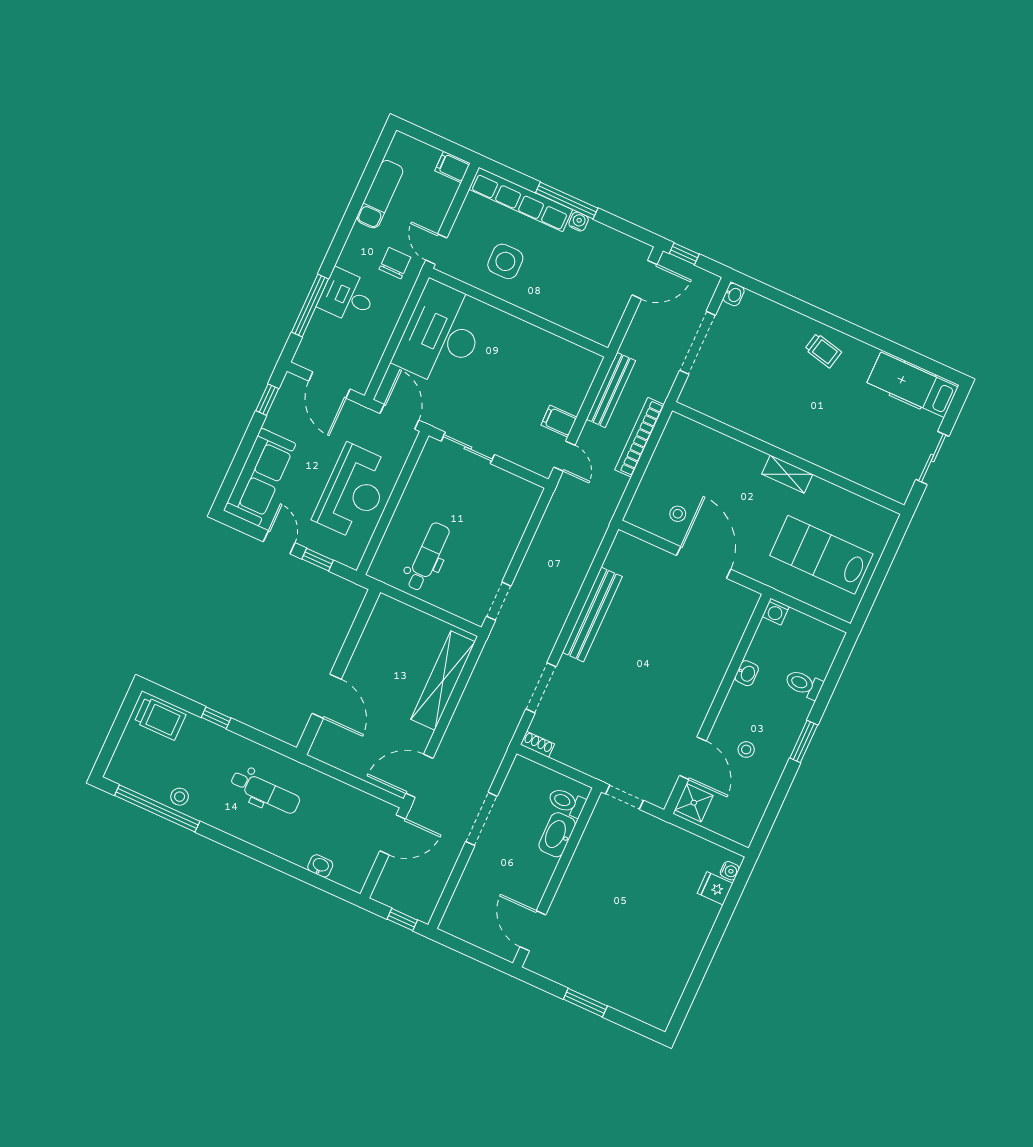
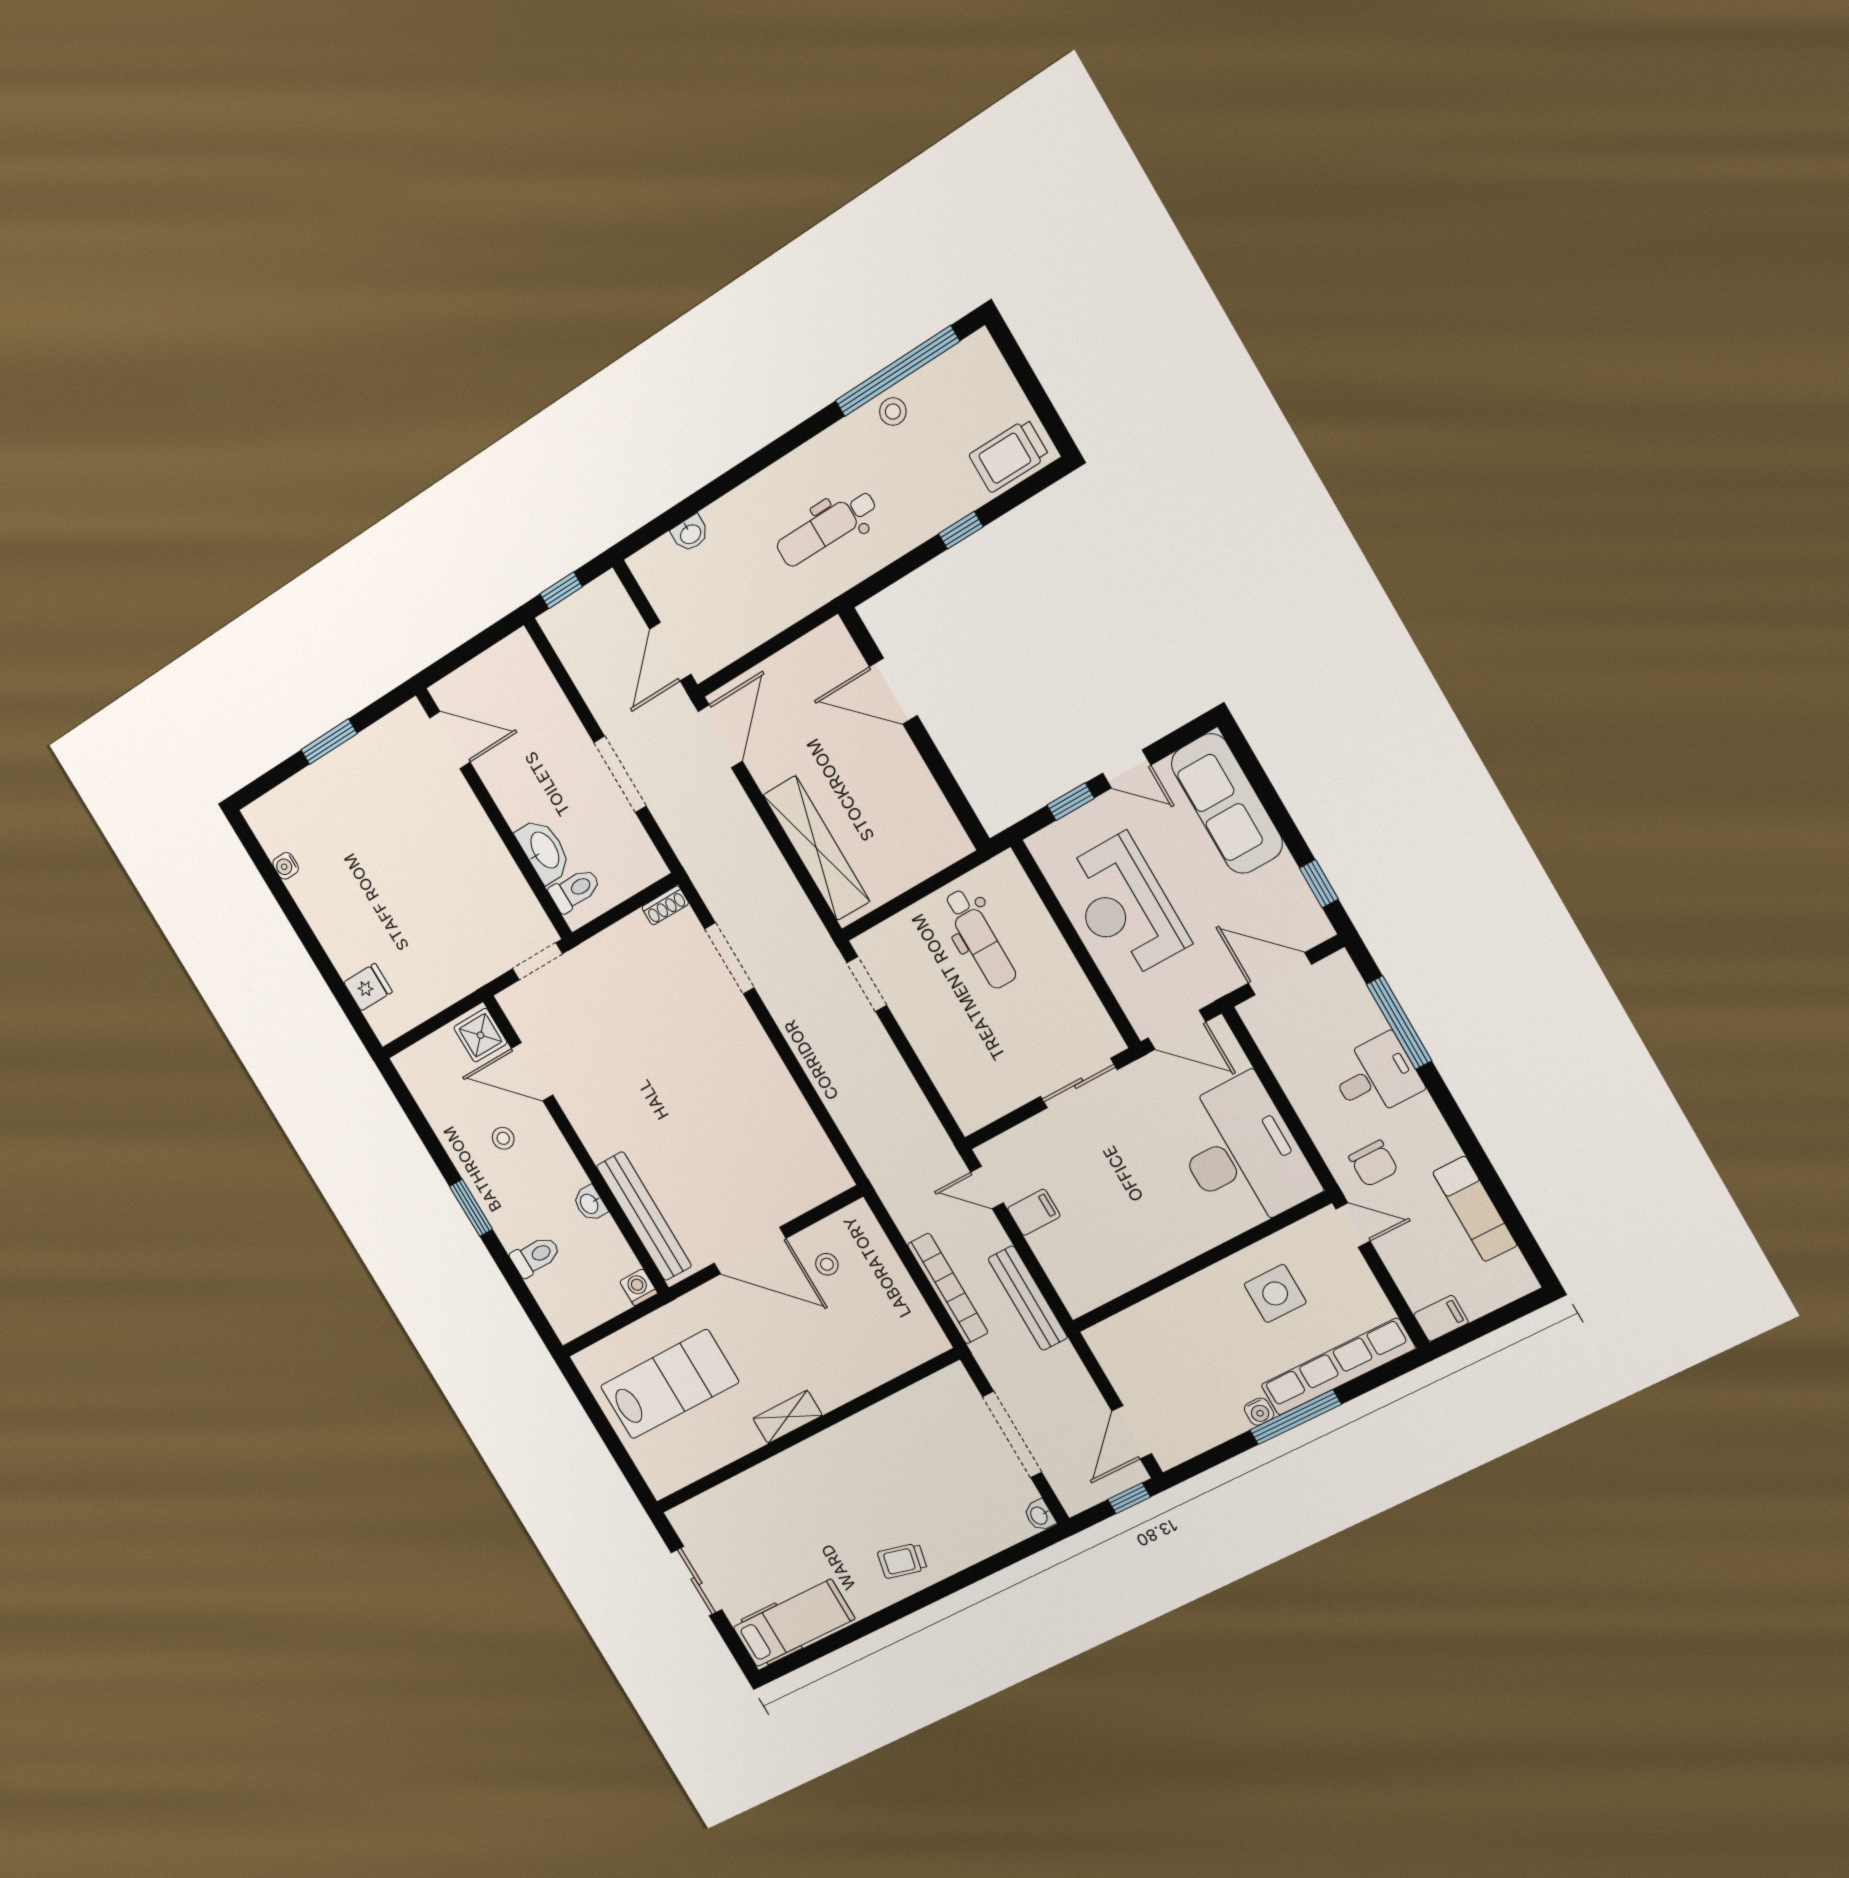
bench: (592, 614) -> (644, 1216), moved
water cooler: (730, 871) -> (286, 866), moved

